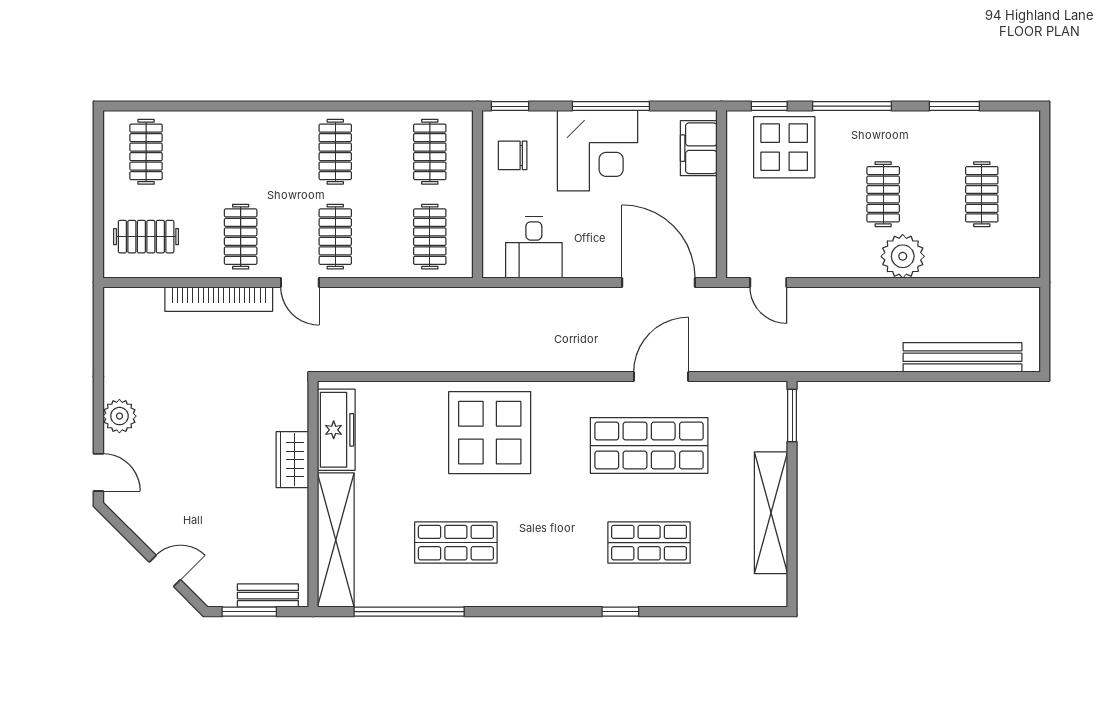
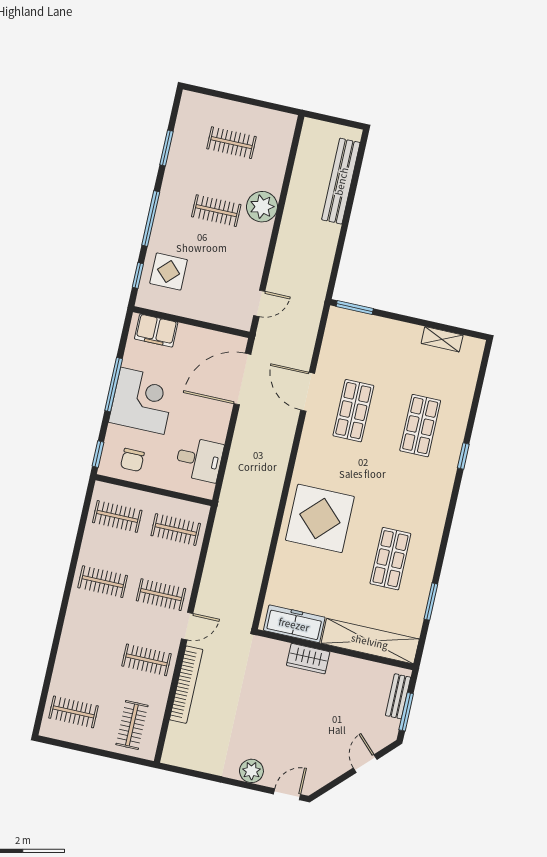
display table: (784, 147) -> (169, 272), width x0.73, depth x0.73
shop shelf: (649, 446) -> (353, 411), width x0.70, depth x0.74
shelving: (771, 513) -> (442, 339), width x0.45, depth x0.75
window: (409, 612) -> (431, 602), width x0.47

